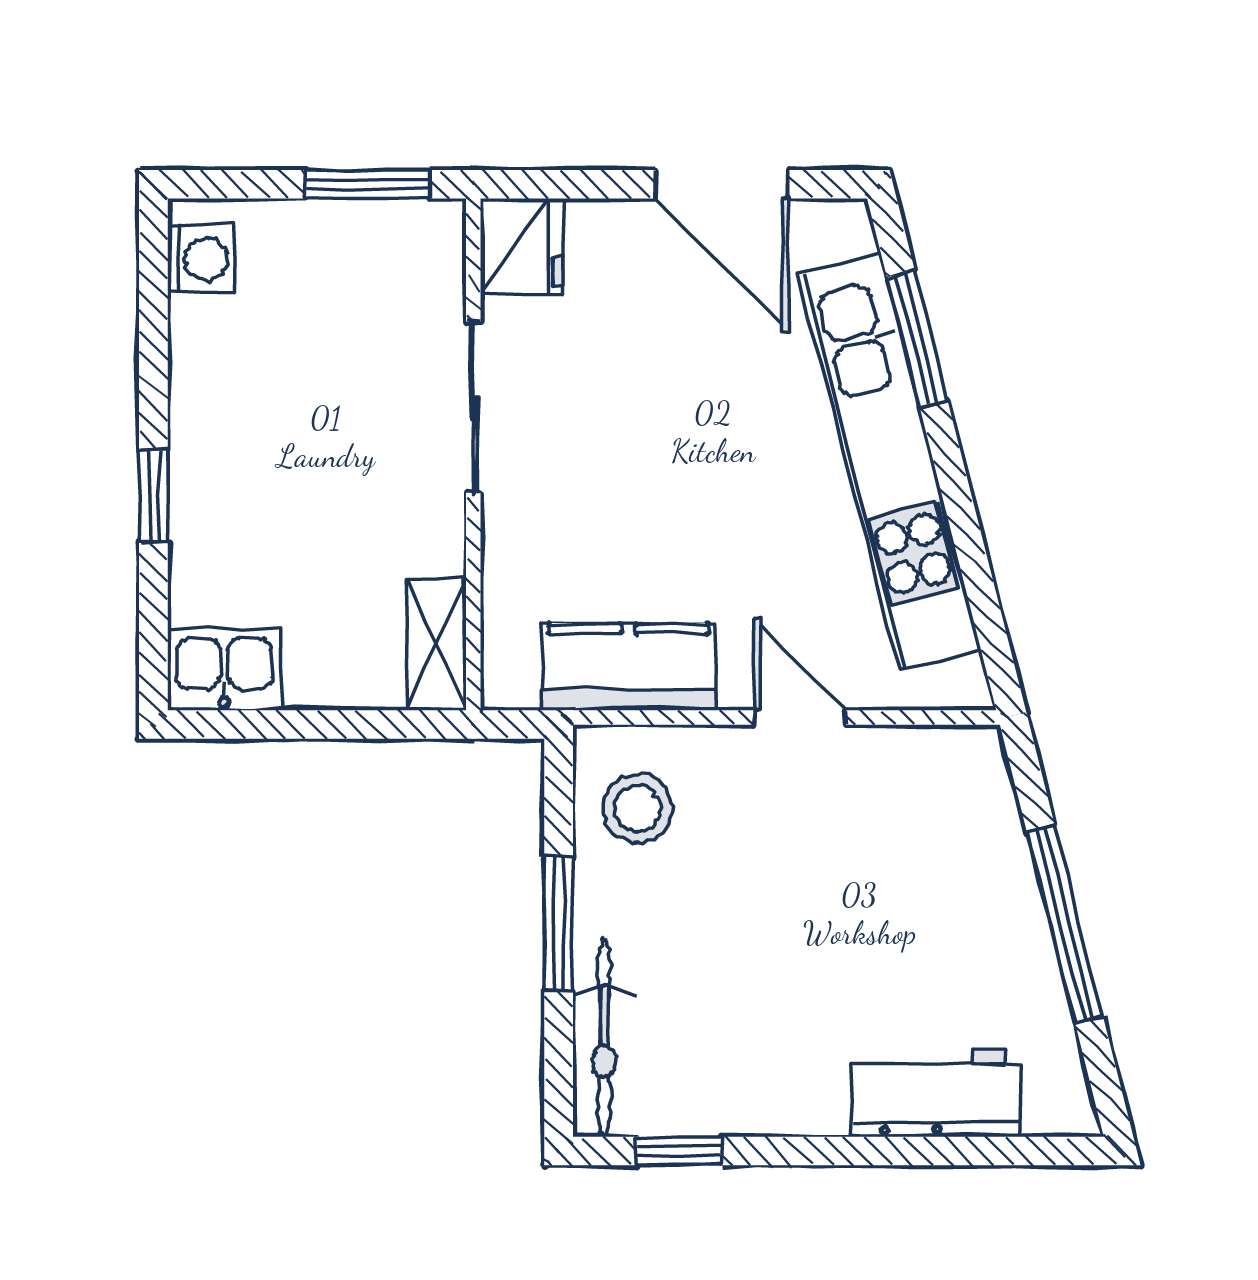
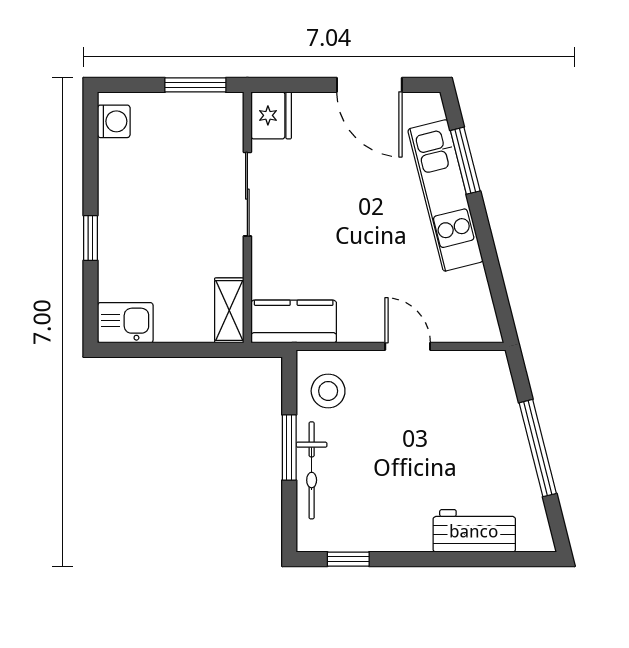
kitchen unit: (890, 462) -> (445, 195), width x0.73
kitchen counter: (629, 667) -> (294, 322), moved
bicycle: (604, 1038) -> (312, 470), moved

